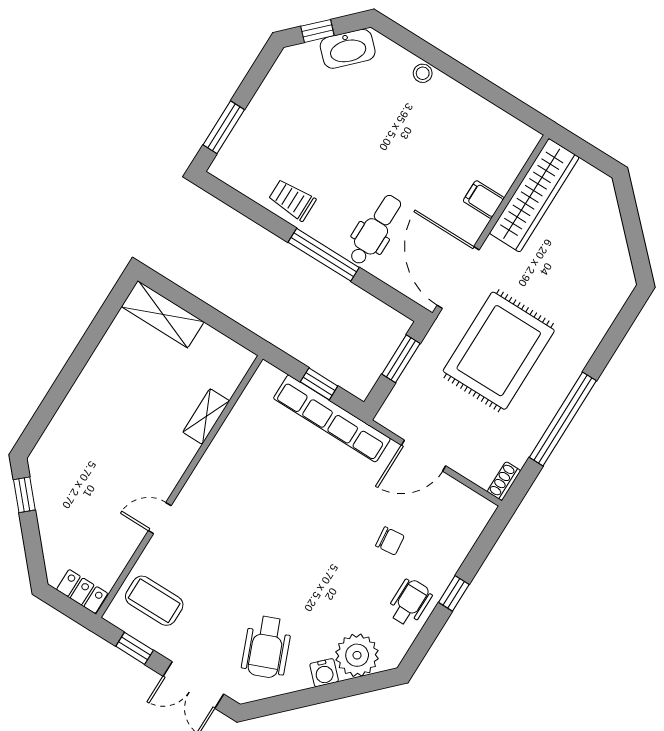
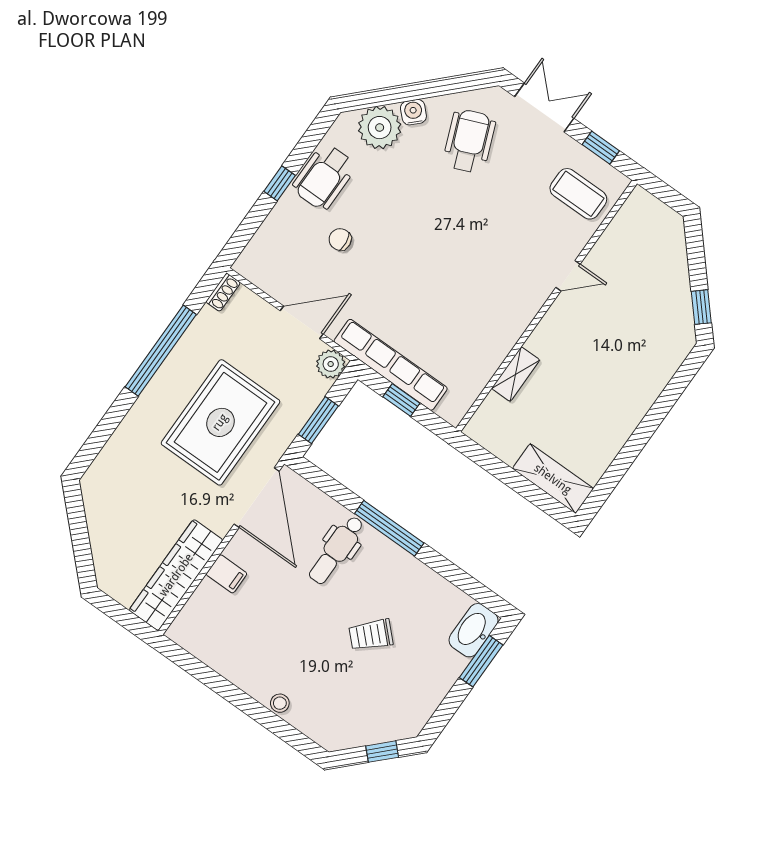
washbasin: (348, 49) -> (473, 630), moved, turned -45
trolley: (292, 200) -> (371, 635), moved, turned 135
plant: (392, 416) -> (331, 364), added
locker: (82, 591) -> (650, 207), removed
wheelchair: (410, 602) -> (324, 177), width x1.36, depth x1.37

